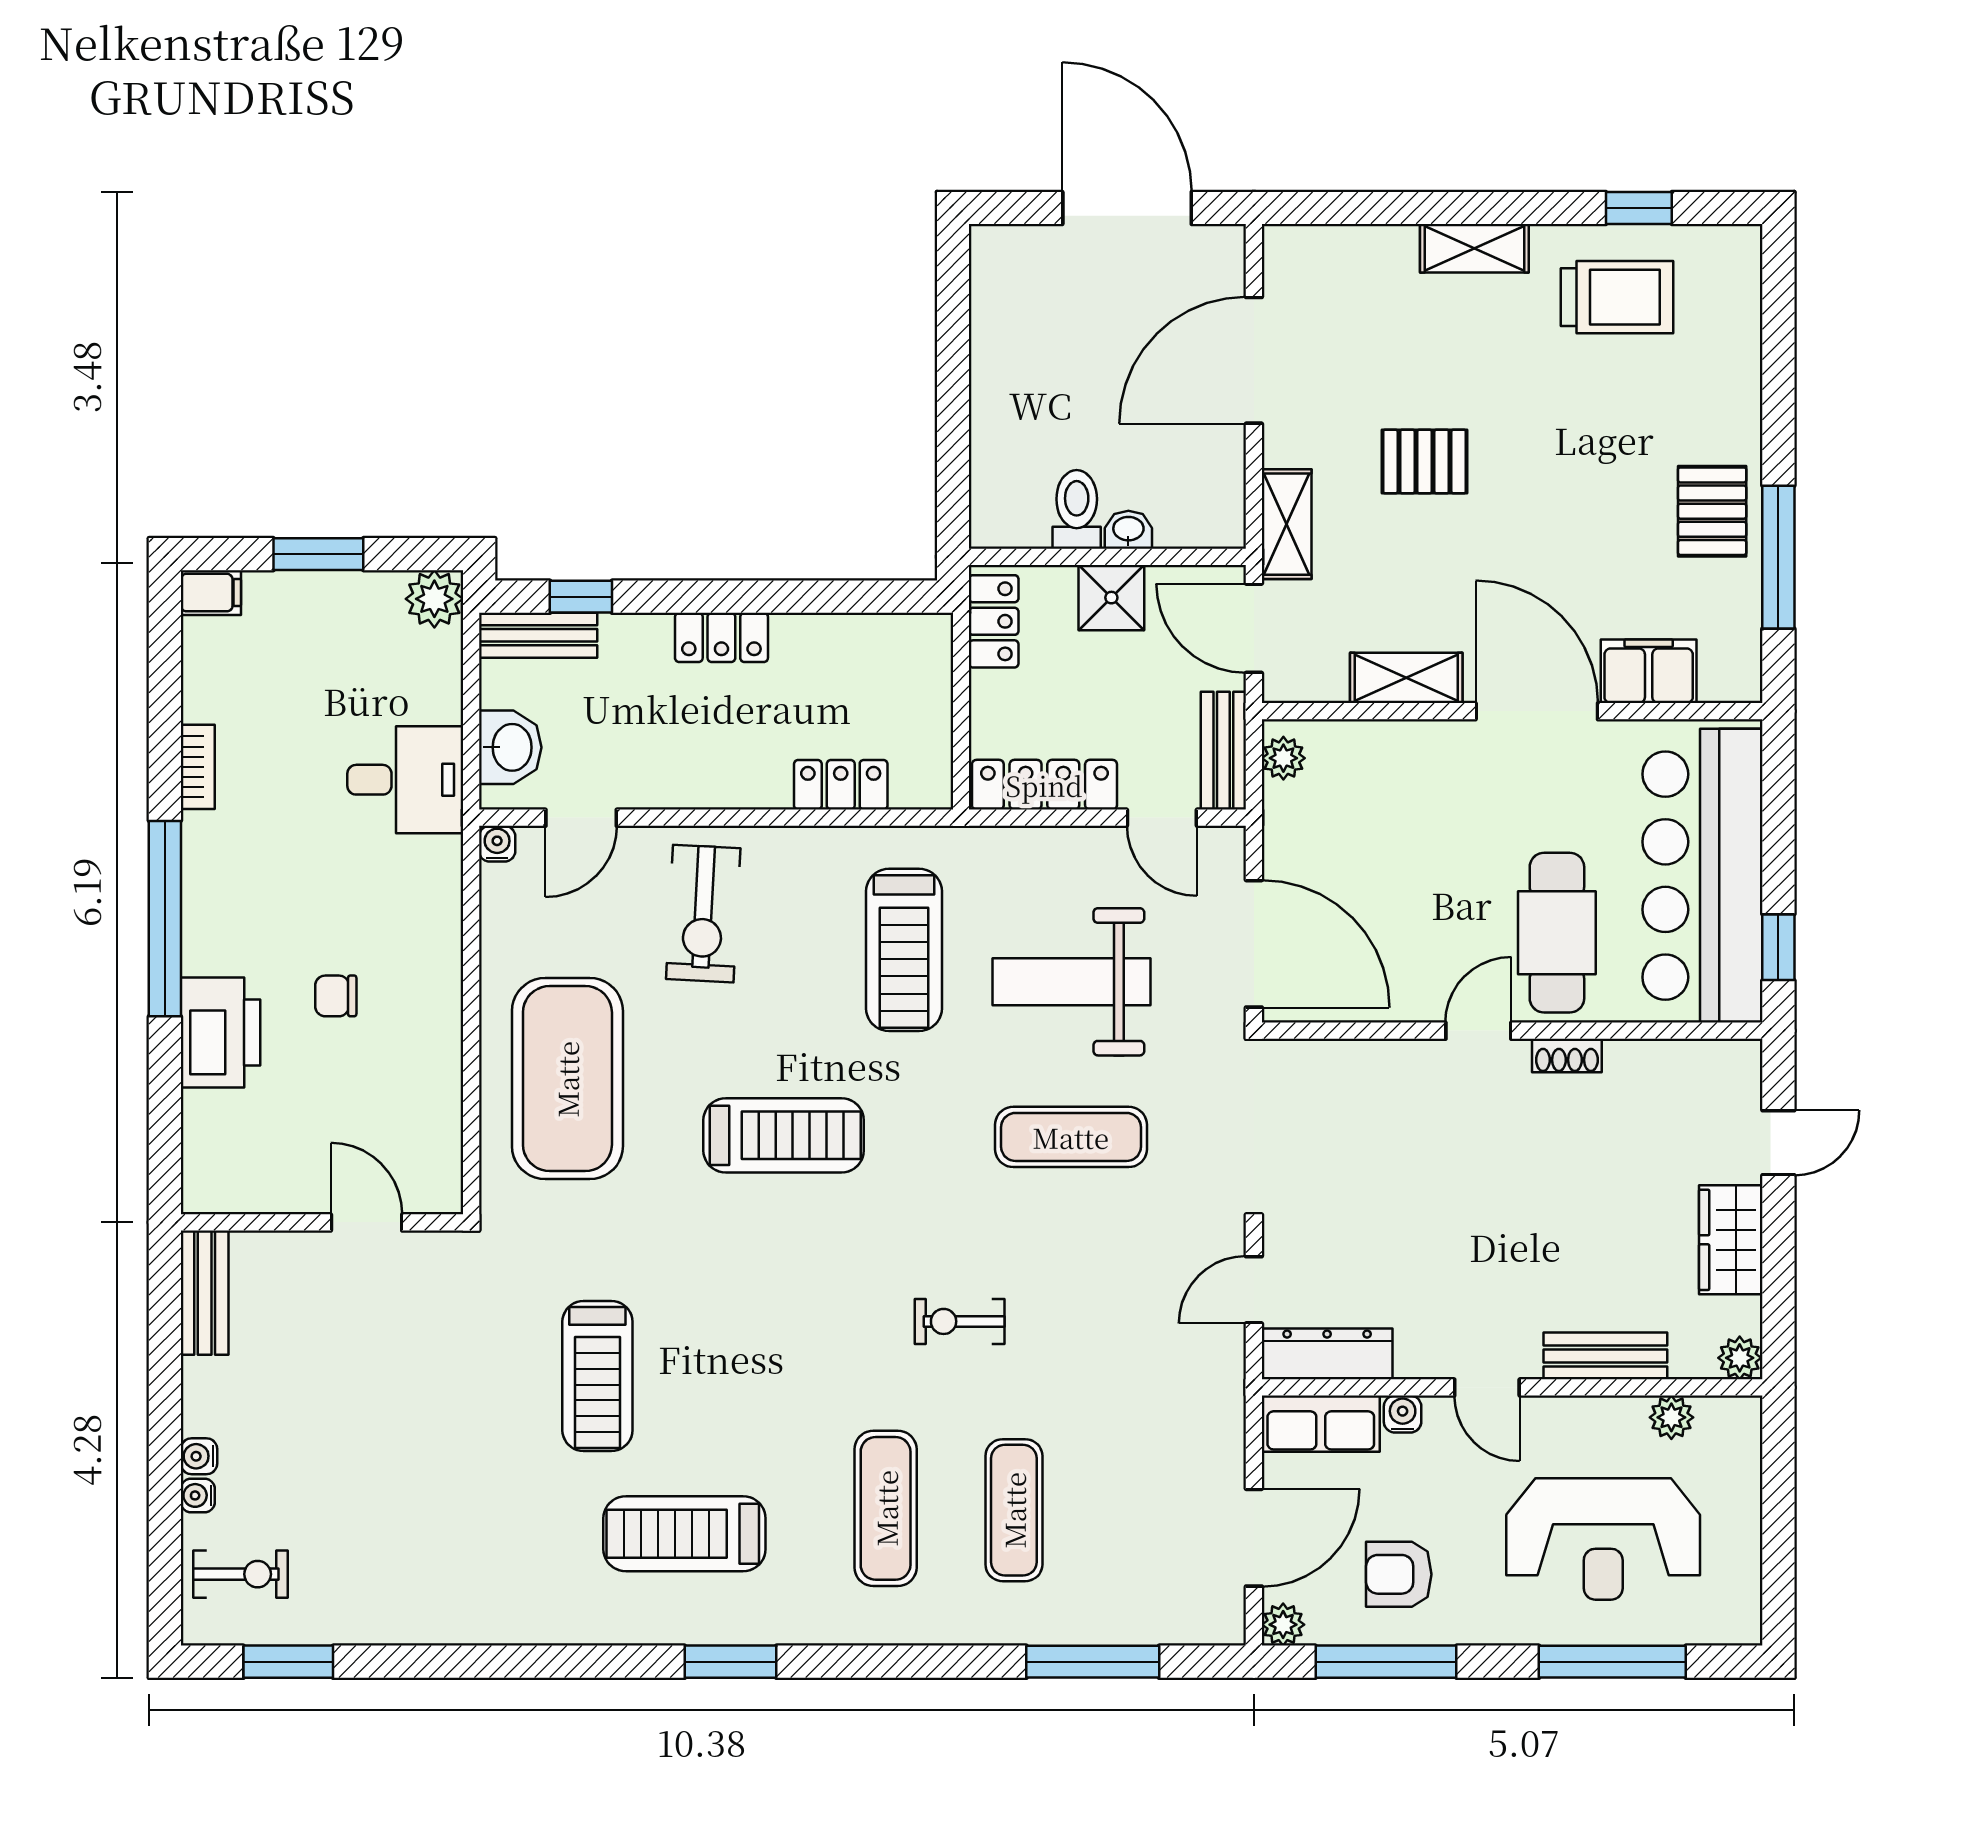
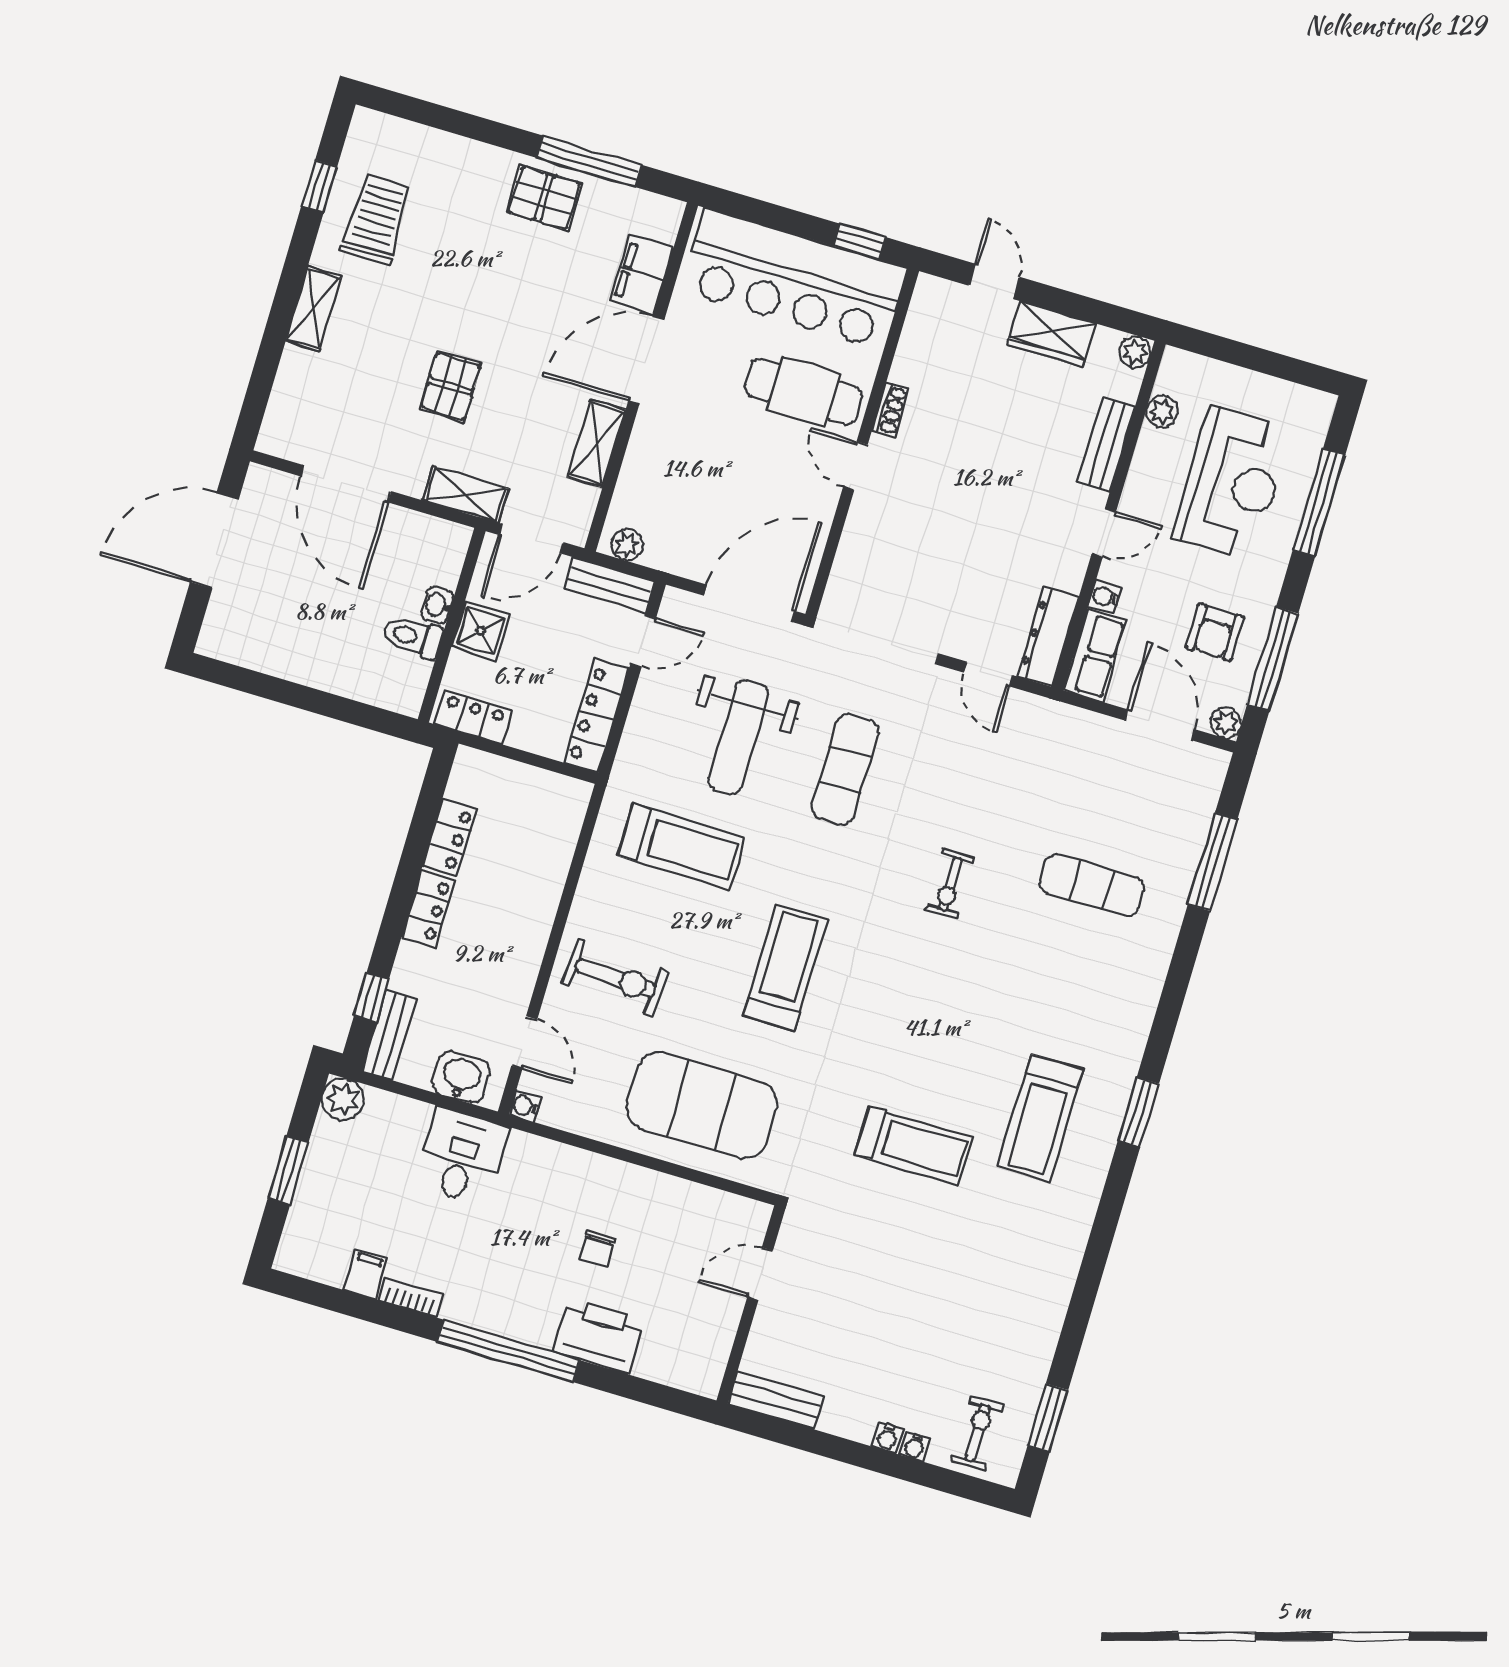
filing cabinet: (211, 593) -> (366, 1274), moved
locker: (841, 785) -> (449, 838), moved, turned 180
exercise mat: (886, 1508) -> (1064, 974), removed

